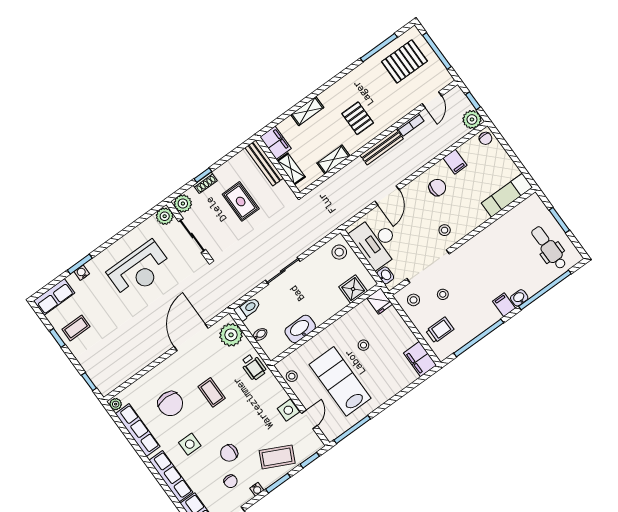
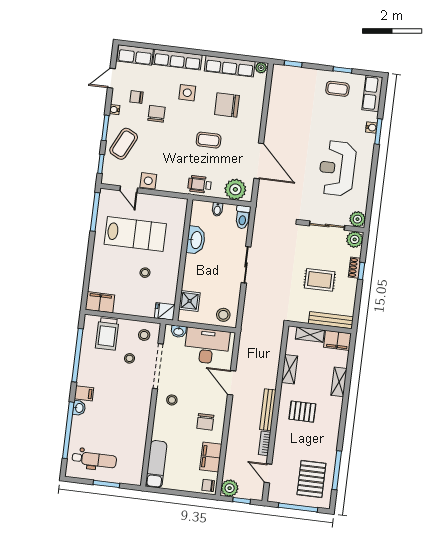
filing cabinet: (455, 162) -> (211, 457), width x2.00
coffee table: (76, 328) -> (338, 89), turned 90
trolley: (440, 330) -> (107, 334), width x1.36, depth x1.39
stool: (292, 376) -> (169, 205), removed

